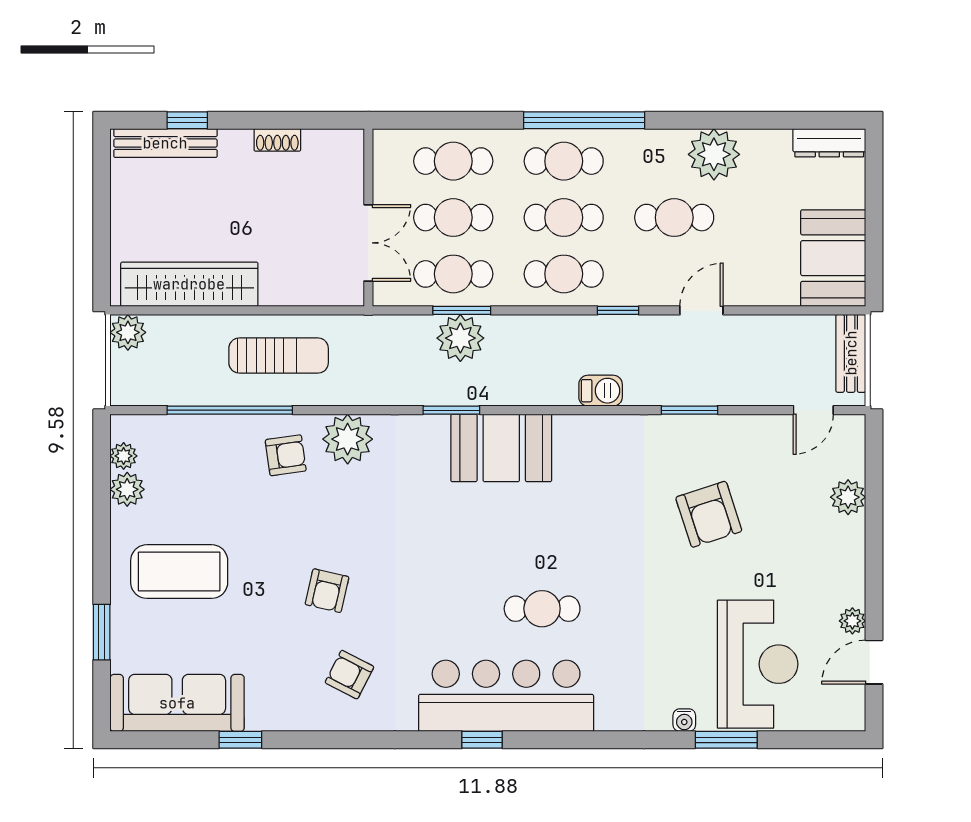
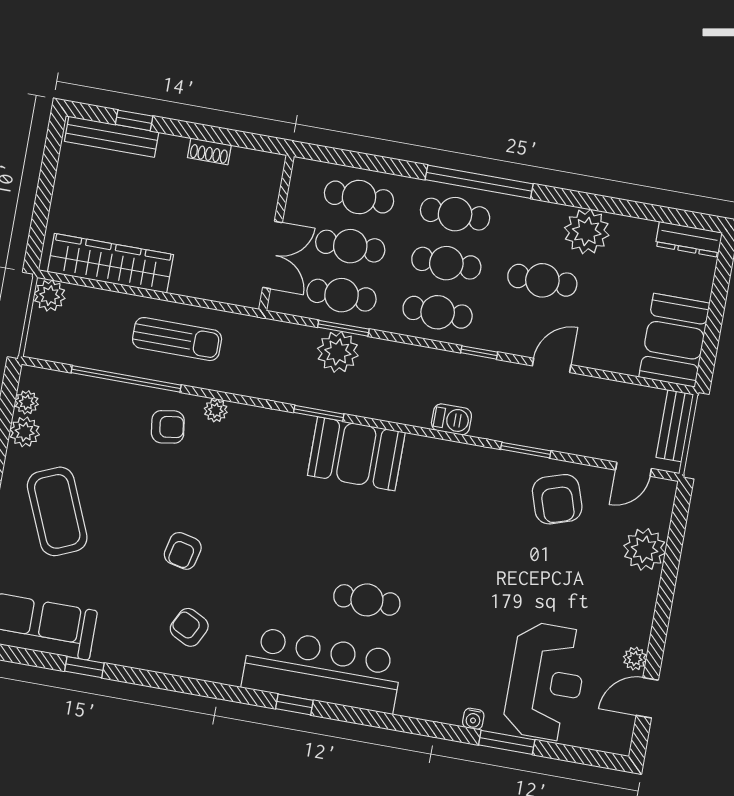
plant: (348, 439) -> (216, 410), width x0.53, depth x0.53
plant: (848, 497) -> (645, 549), width x1.36, depth x1.36
armchair: (709, 514) -> (557, 499), moved
coffee table: (179, 572) -> (57, 511), turned 67

